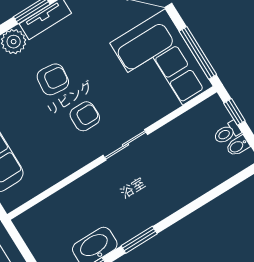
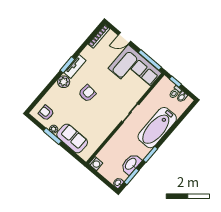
armchair: (85, 116) -> (107, 106), removed
bathtub: (170, 191) -> (157, 128), added
washing machine: (25, 223) -> (96, 164), added

